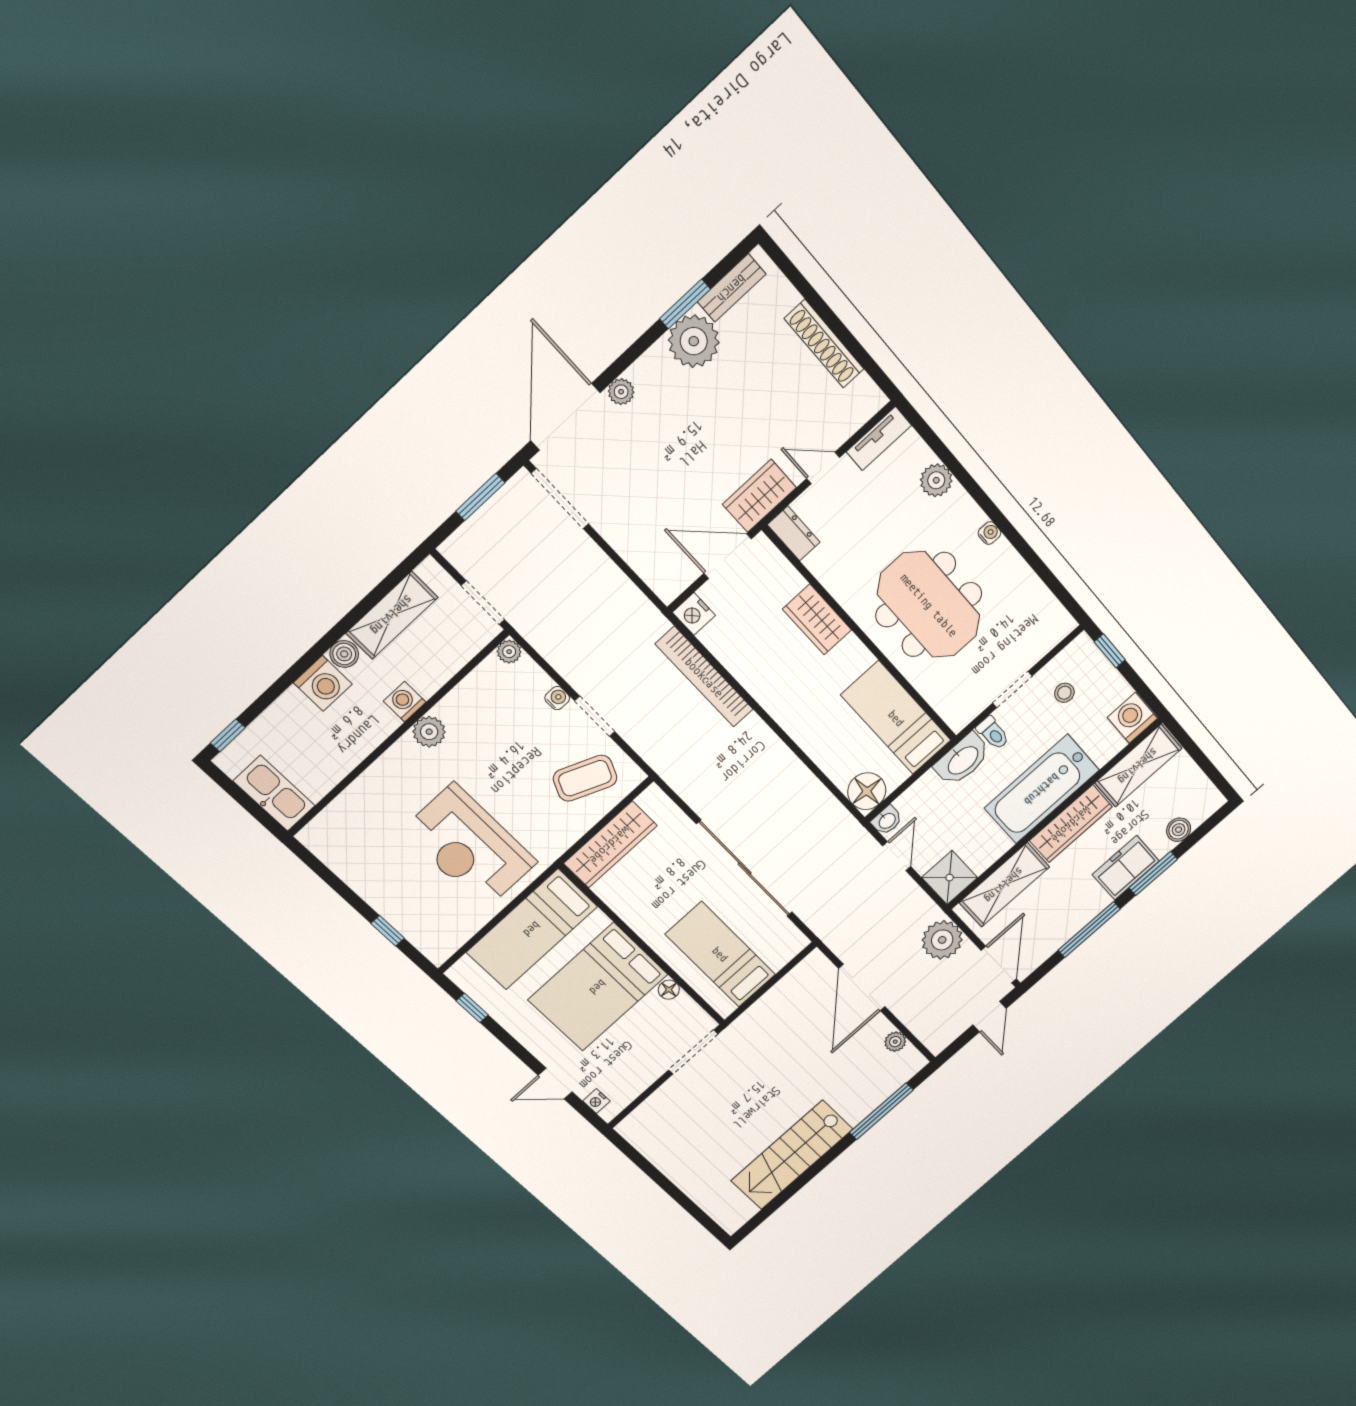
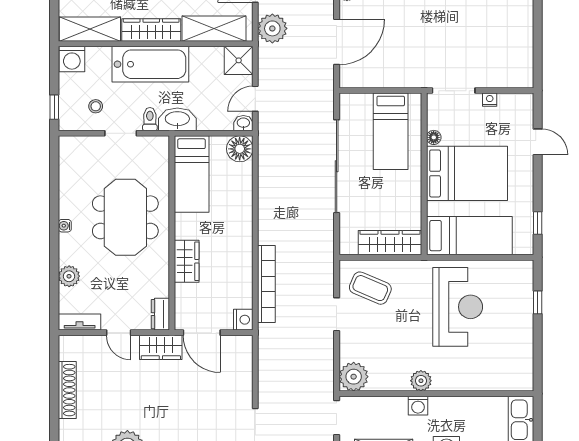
plant: (509, 652) -> (354, 377), width x1.88, depth x1.88
water cooler: (557, 698) -> (346, 340), removed
nightstand: (596, 1101) -> (490, 100), moved, turned -90

